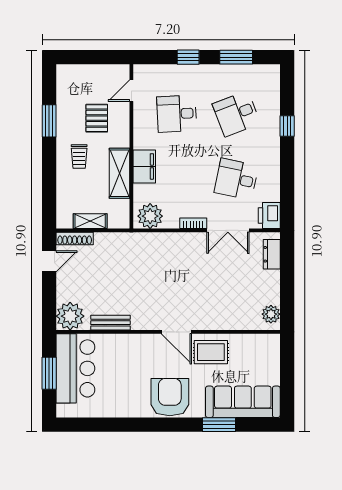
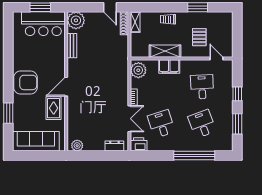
pallet: (97, 118) -> (199, 37), turned 90
window: (287, 126) -> (194, 156), width x3.17
trolley: (79, 157) -> (168, 19), moved
desk: (236, 179) -> (161, 124), turned -30
shelving: (90, 221) -> (135, 22), moved
double door: (228, 230) -> (129, 119), swing flipped
sofa: (243, 402) -> (36, 141), moved, turned -90

